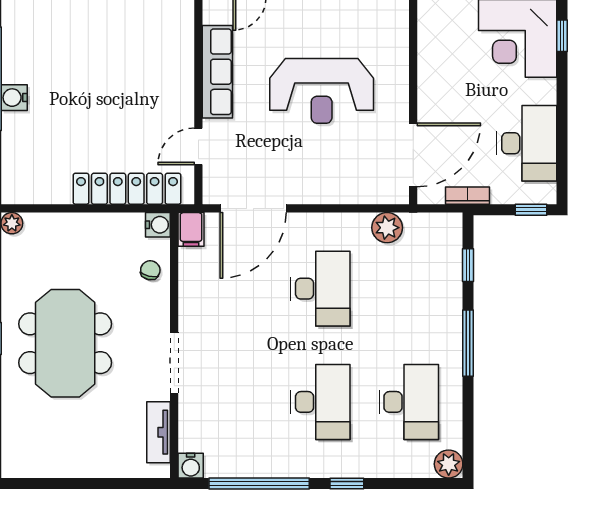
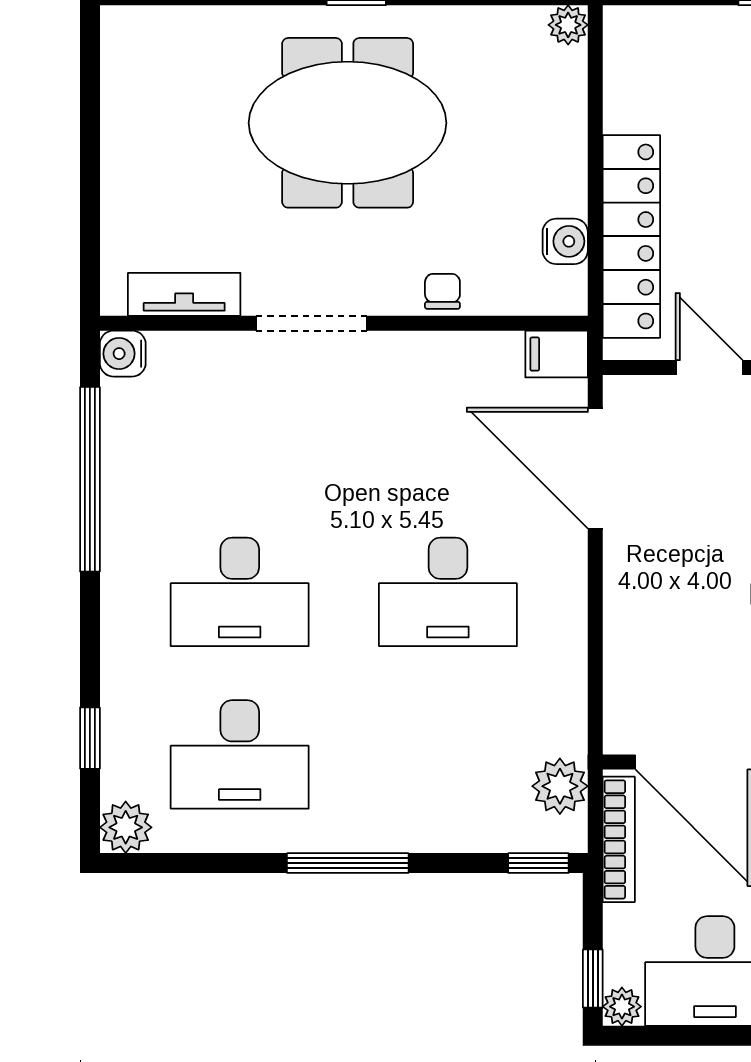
plant: (546, 194) -> (622, 1007), added
bookcase: (468, 196) -> (619, 839), width x1.56
water cooler: (158, 225) -> (565, 241), moved, turned -90
plant: (387, 228) -> (560, 786), moved
window: (468, 265) -> (538, 863), moved
chair: (150, 270) -> (442, 291), moved, turned -103
window: (347, 484) -> (90, 738), moved

